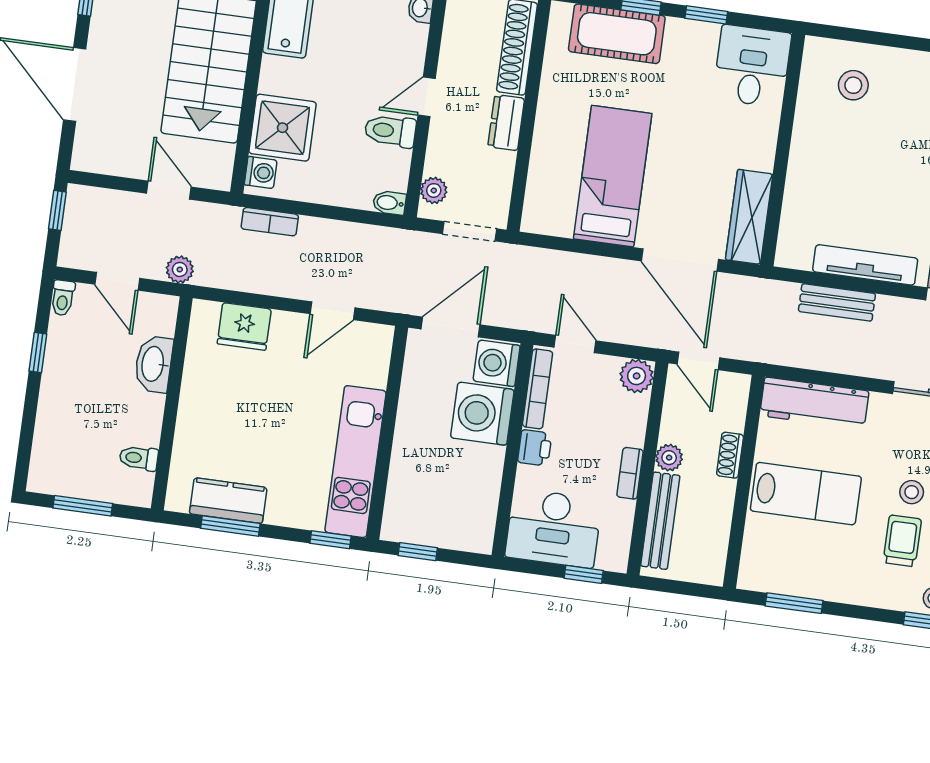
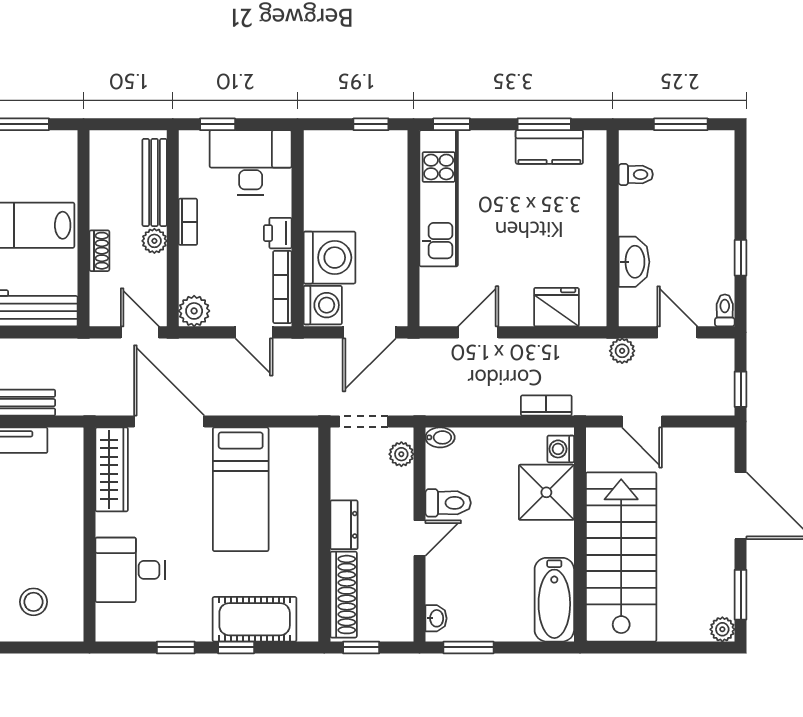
desk: (752, 66) -> (130, 570), moved, turned 90

